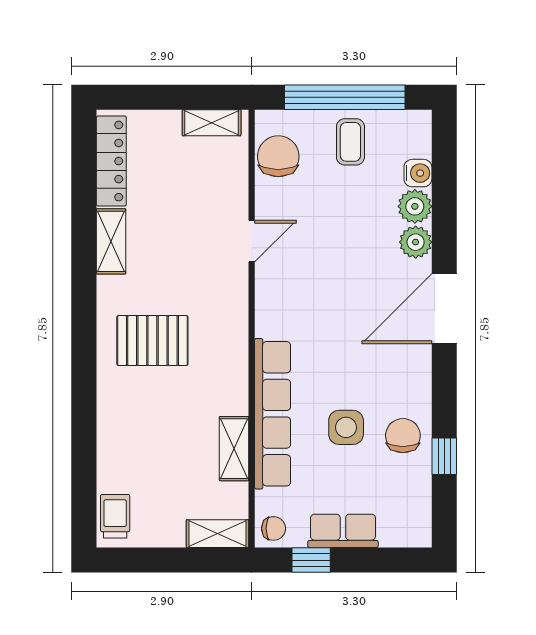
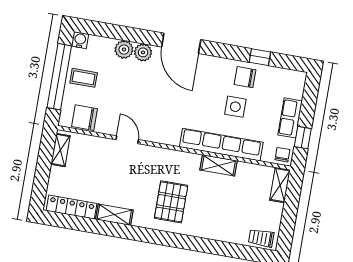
water cooler: (418, 173) -> (80, 40), moved
shelving: (234, 449) -> (219, 165), moved

